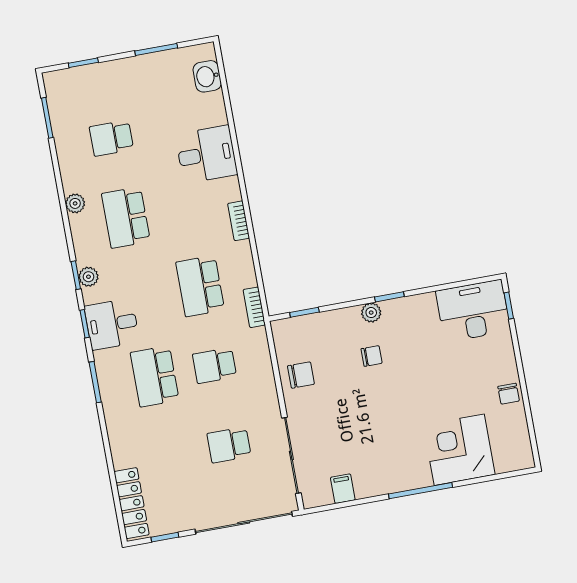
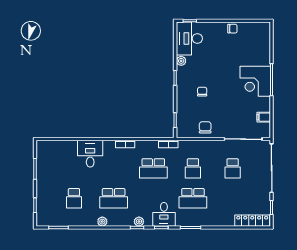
washbasin: (207, 76) -> (52, 146), removed
plant: (371, 313) -> (181, 61), moved
corner desk: (459, 450) -> (255, 81), moved

